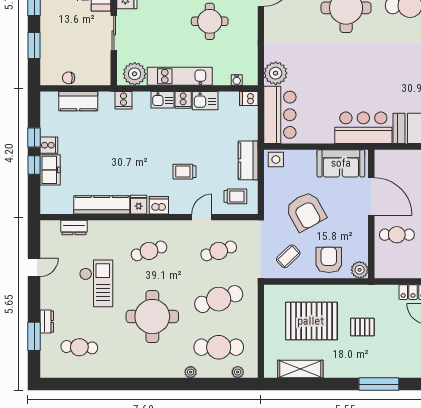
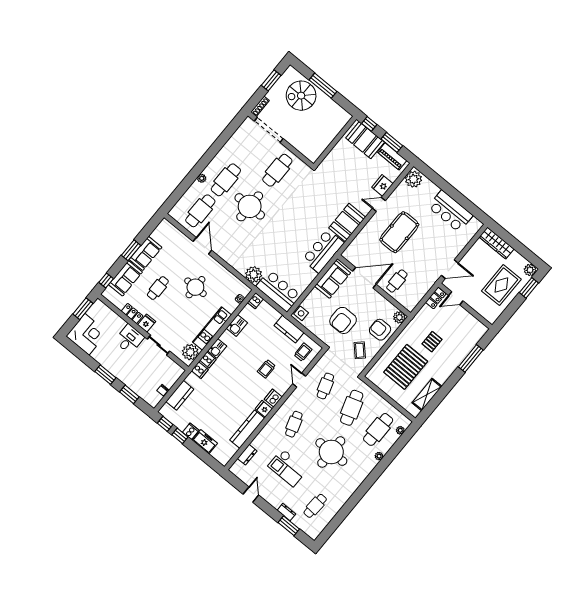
cooker: (183, 100) -> (208, 360), moved
window: (34, 165) -> (165, 424), moved
armchair: (306, 211) -> (343, 320), turned 119
checkout: (96, 283) -> (288, 468), turned 180

